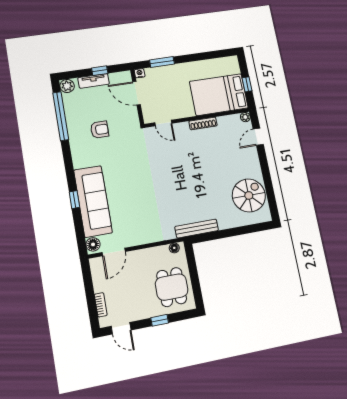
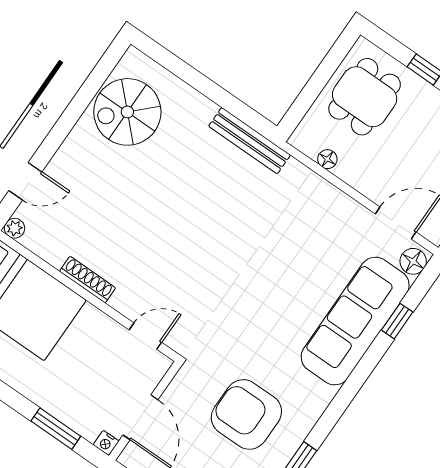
door: (163, 123) -> (145, 336), hinge flipped
armchair: (100, 130) -> (246, 414), width x1.88, depth x1.88
window: (74, 200) -> (397, 321), moved
floor lamp: (174, 248) -> (327, 159), moved

